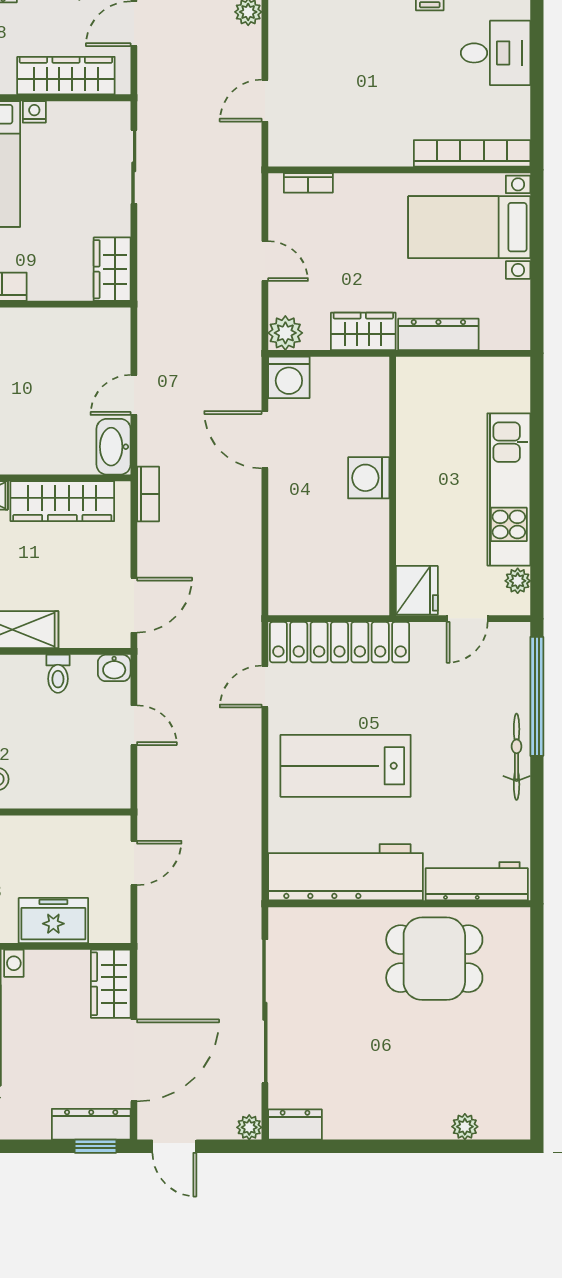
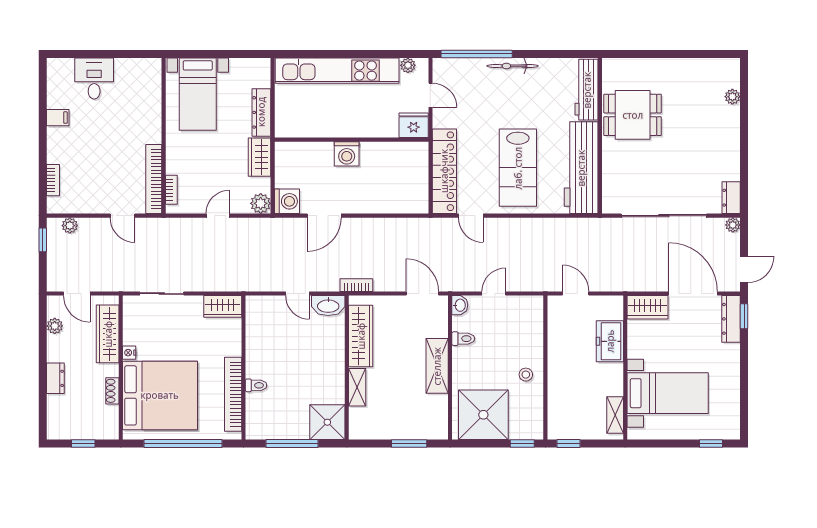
bookcase: (472, 153) -> (154, 179), moved
kitchen unit: (509, 489) -> (337, 71), width x1.36
dining table: (434, 959) -> (633, 115), turned 90

